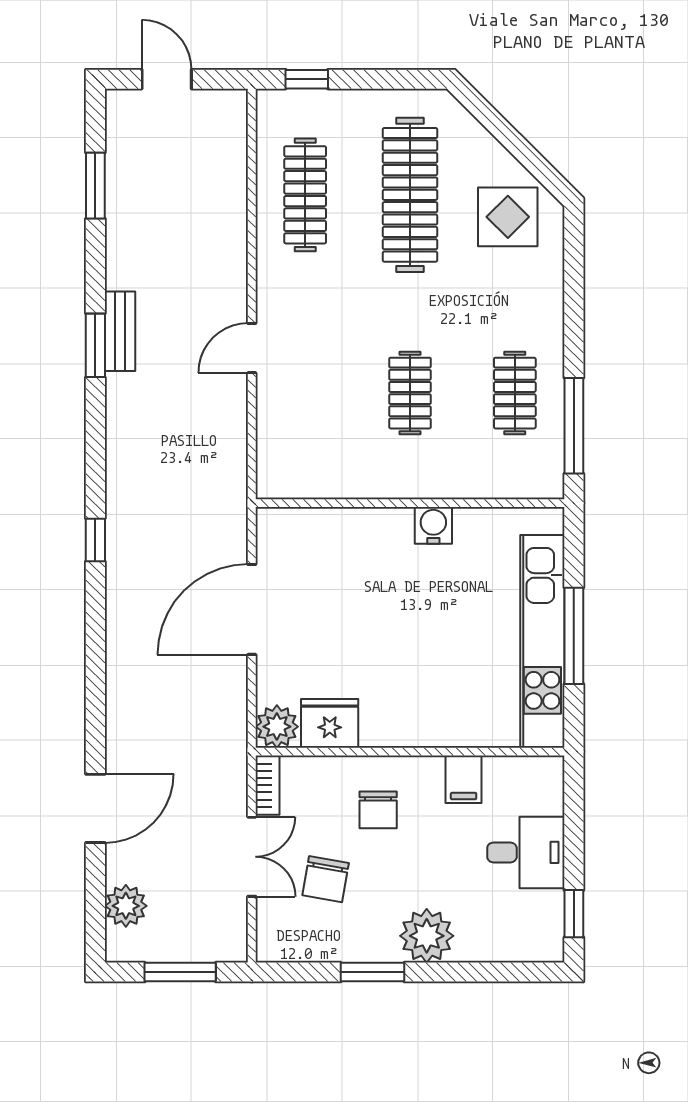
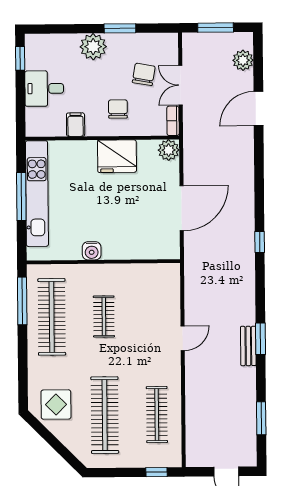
clothes rail: (515, 393) -> (52, 317), width x1.86, depth x1.31
fridge: (330, 723) -> (117, 156), moved, width x1.36, depth x1.34

